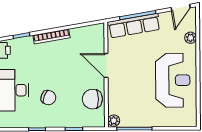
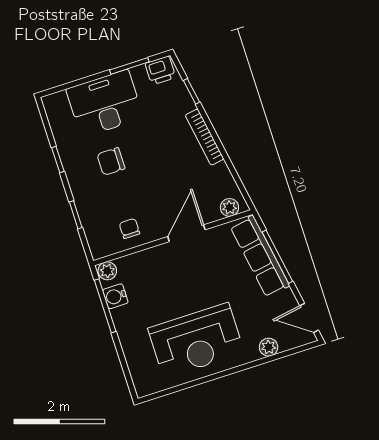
plant: (99, 35) -> (229, 207), added
chair: (48, 98) -> (111, 161), turned 69
chair: (92, 99) -> (129, 228), width x0.54, depth x0.54
water cooler: (131, 121) -> (115, 296), added

